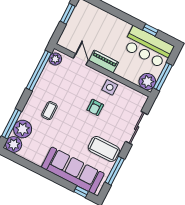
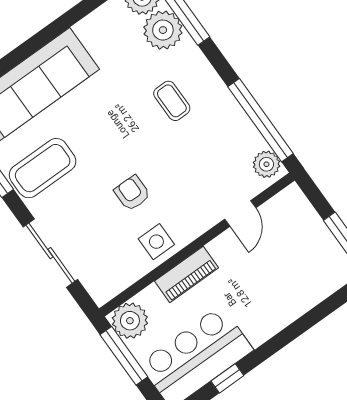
door: (81, 59) -> (240, 213), hinge flipped
piano: (104, 62) -> (187, 274), moved

